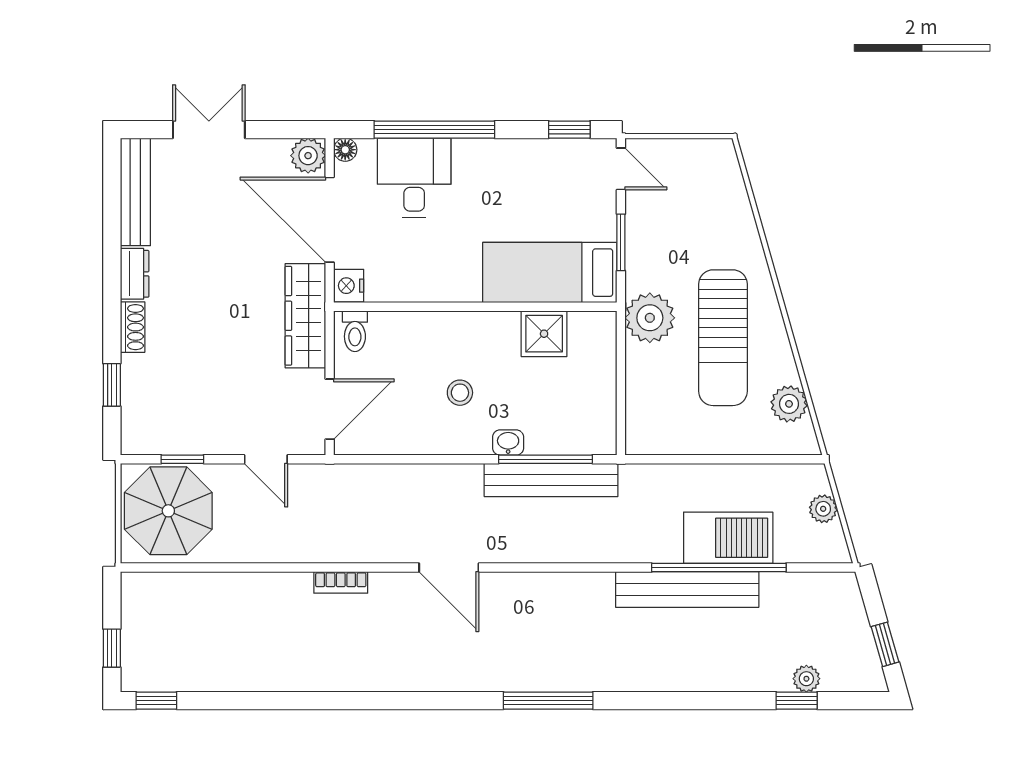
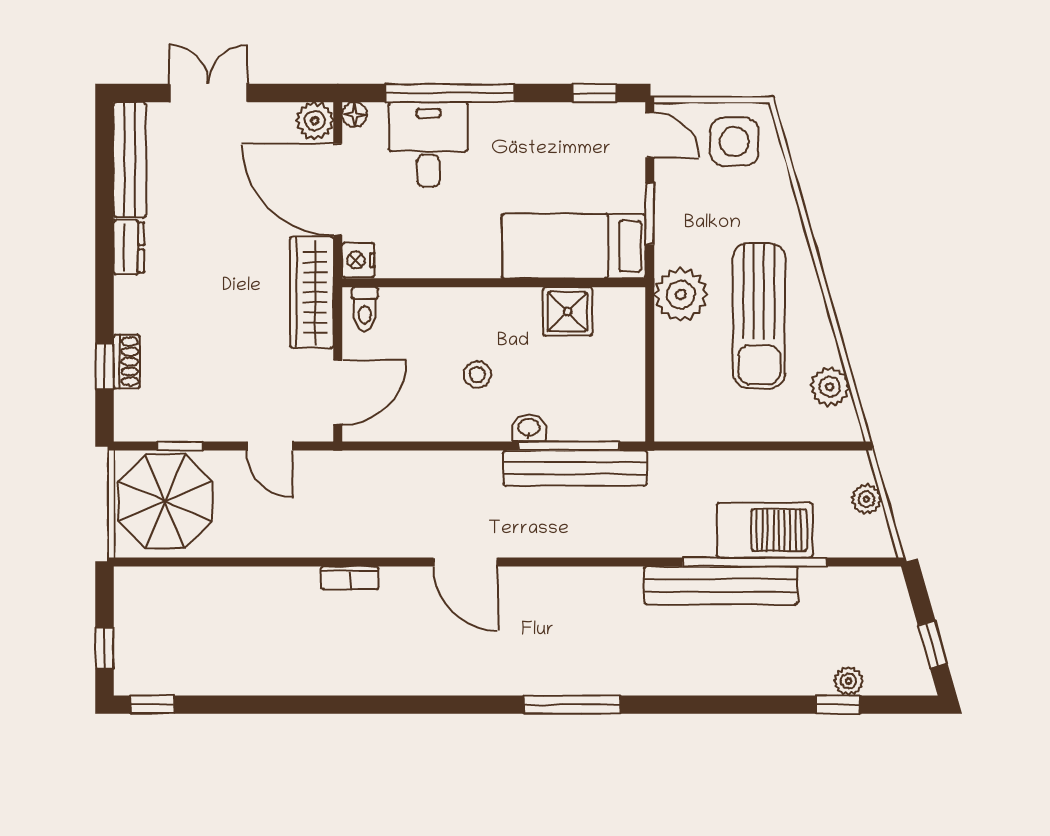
side table: (700, 175) -> (734, 142), added
shoe rack: (133, 327) -> (127, 362), moved

